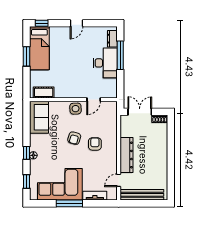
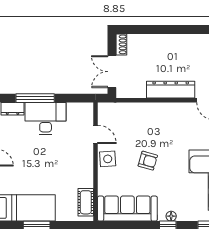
sofa: (39, 117) -> (127, 209), width x1.36
armchair: (95, 144) -> (156, 133), removed

